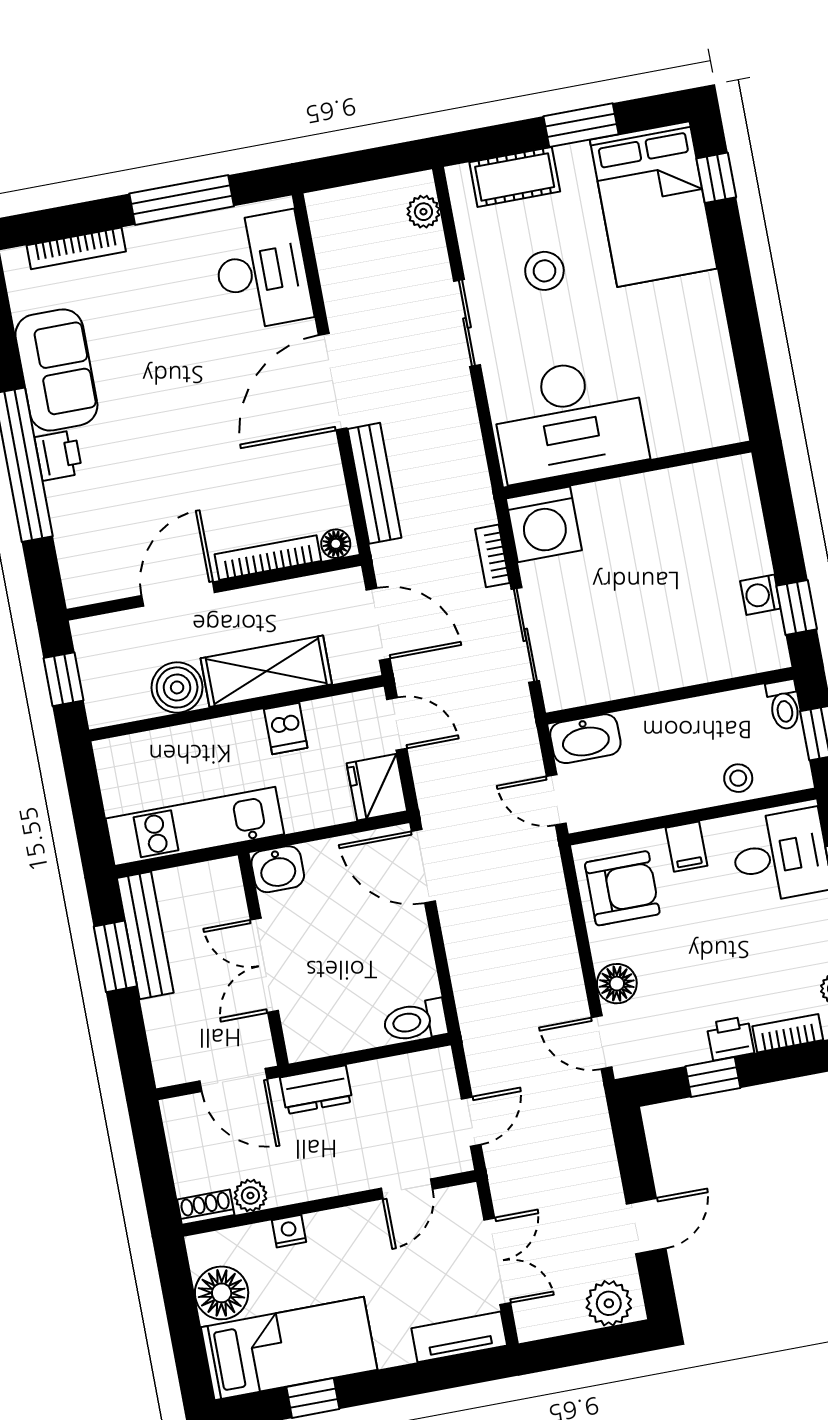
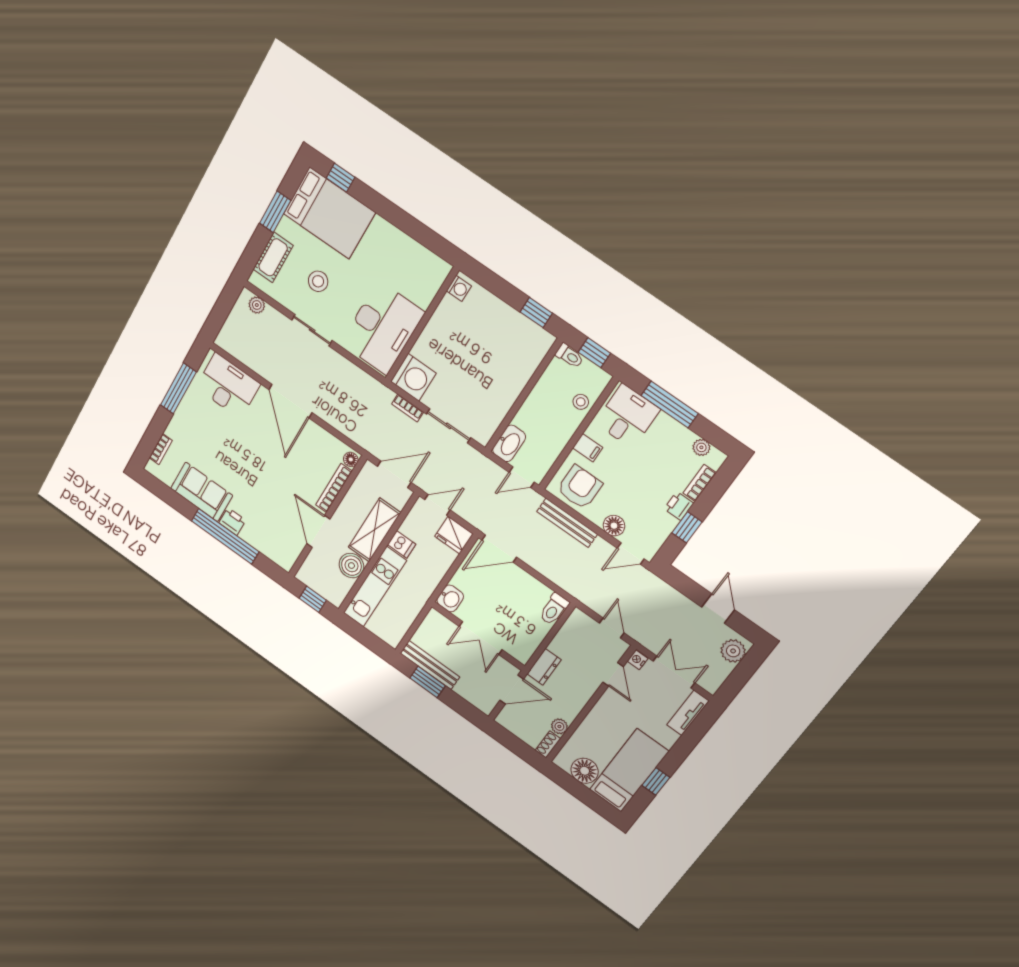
bookcase: (76, 248) -> (161, 449), width x0.64
bench: (374, 483) -> (567, 523), moved
washing machine: (760, 595) -> (459, 288), moved, turned -90
kitchen unit: (195, 826) -> (375, 587), moved, turned 180
nightstand: (289, 1231) -> (638, 660), moved

